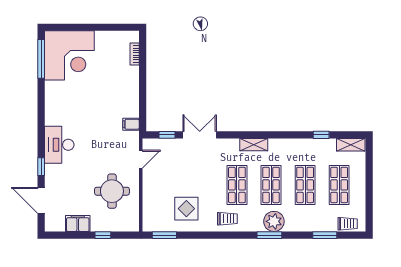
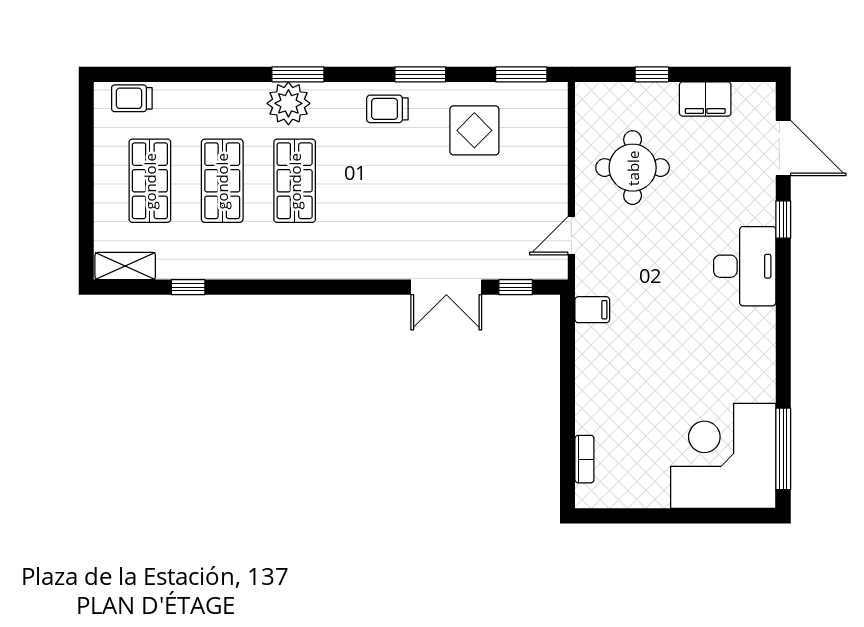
shelving: (254, 145) -> (331, 266), removed
shop shelf: (237, 185) -> (367, 181), removed
window: (325, 235) -> (420, 74), moved

